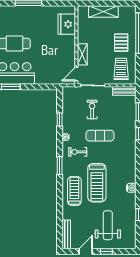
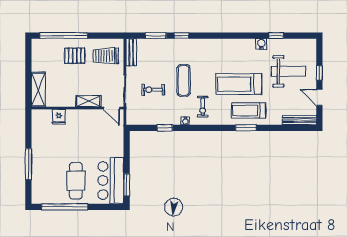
shelving: (103, 12) -> (38, 90), moved
fridge: (67, 24) -> (59, 117), width x0.53, depth x0.75
window: (60, 166) -> (246, 128), moved
treadmill: (97, 183) -> (239, 84), turned 180
water cooler: (131, 188) -> (261, 44), moved
weight bench: (108, 225) -> (289, 71), turned 180

